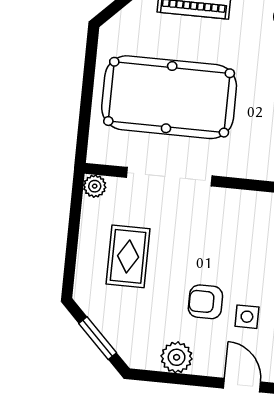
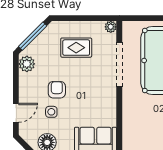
window: (98, 338) -> (33, 36), width x1.44
plant: (177, 357) -> (27, 64), moved

